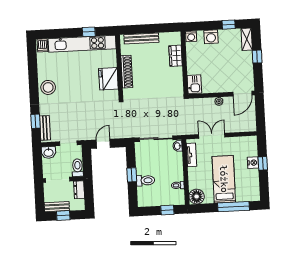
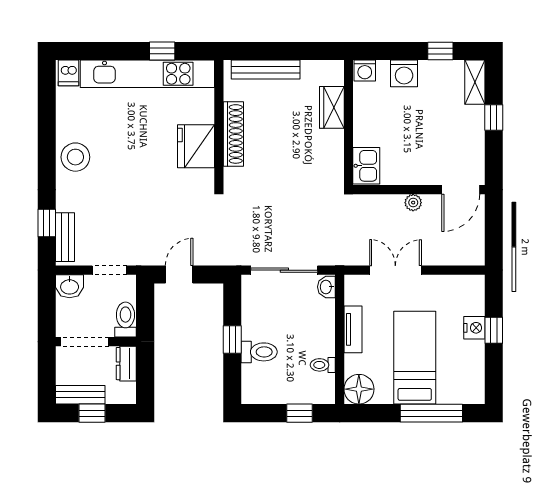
tv unit: (191, 155) -> (353, 329), moved

